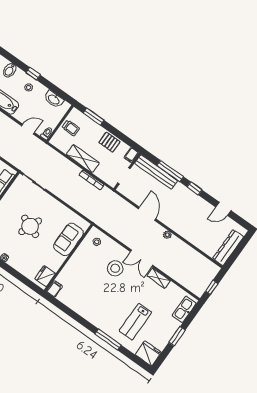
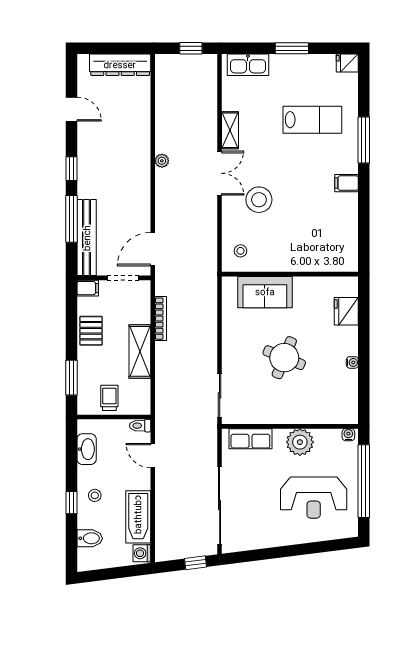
door: (147, 214) -> (153, 249), moved
fridge: (45, 276) -> (346, 311), moved, turned 90
filing cabinet: (54, 289) -> (347, 183), moved
fridge: (148, 353) -> (347, 63), width x0.53, depth x0.75

